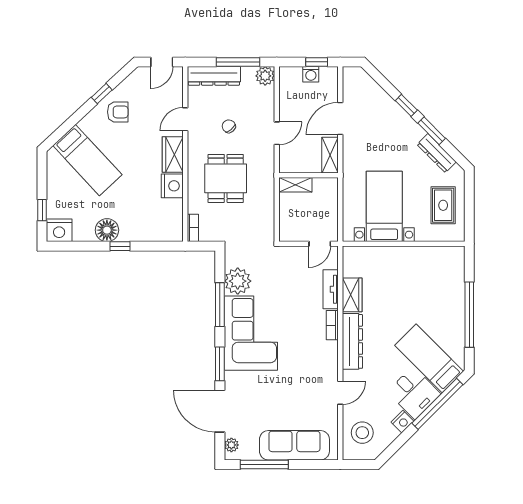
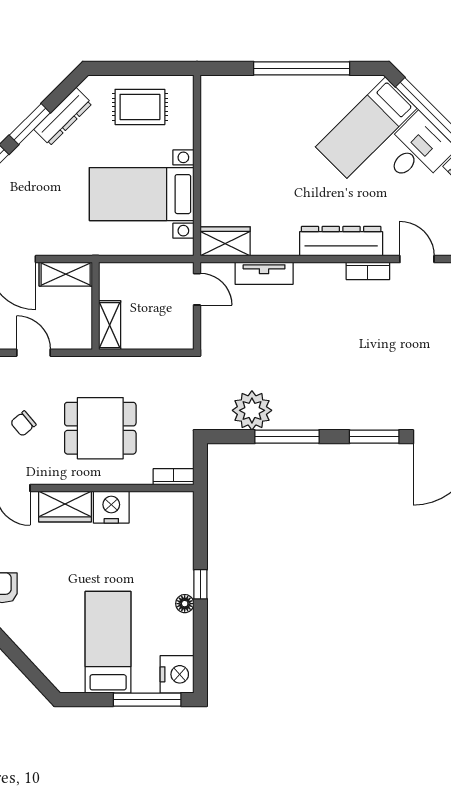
bed: (87, 160) -> (108, 642), moved, turned -47
window: (42, 210) -> (147, 700), width x2.17
floor lamp: (107, 230) -> (185, 604), width x0.53, depth x0.53
wardrobe: (352, 295) -> (225, 241), moved
bookcase: (332, 325) -> (368, 271), moved
corner sofa: (251, 333) -> (329, 391), removed

